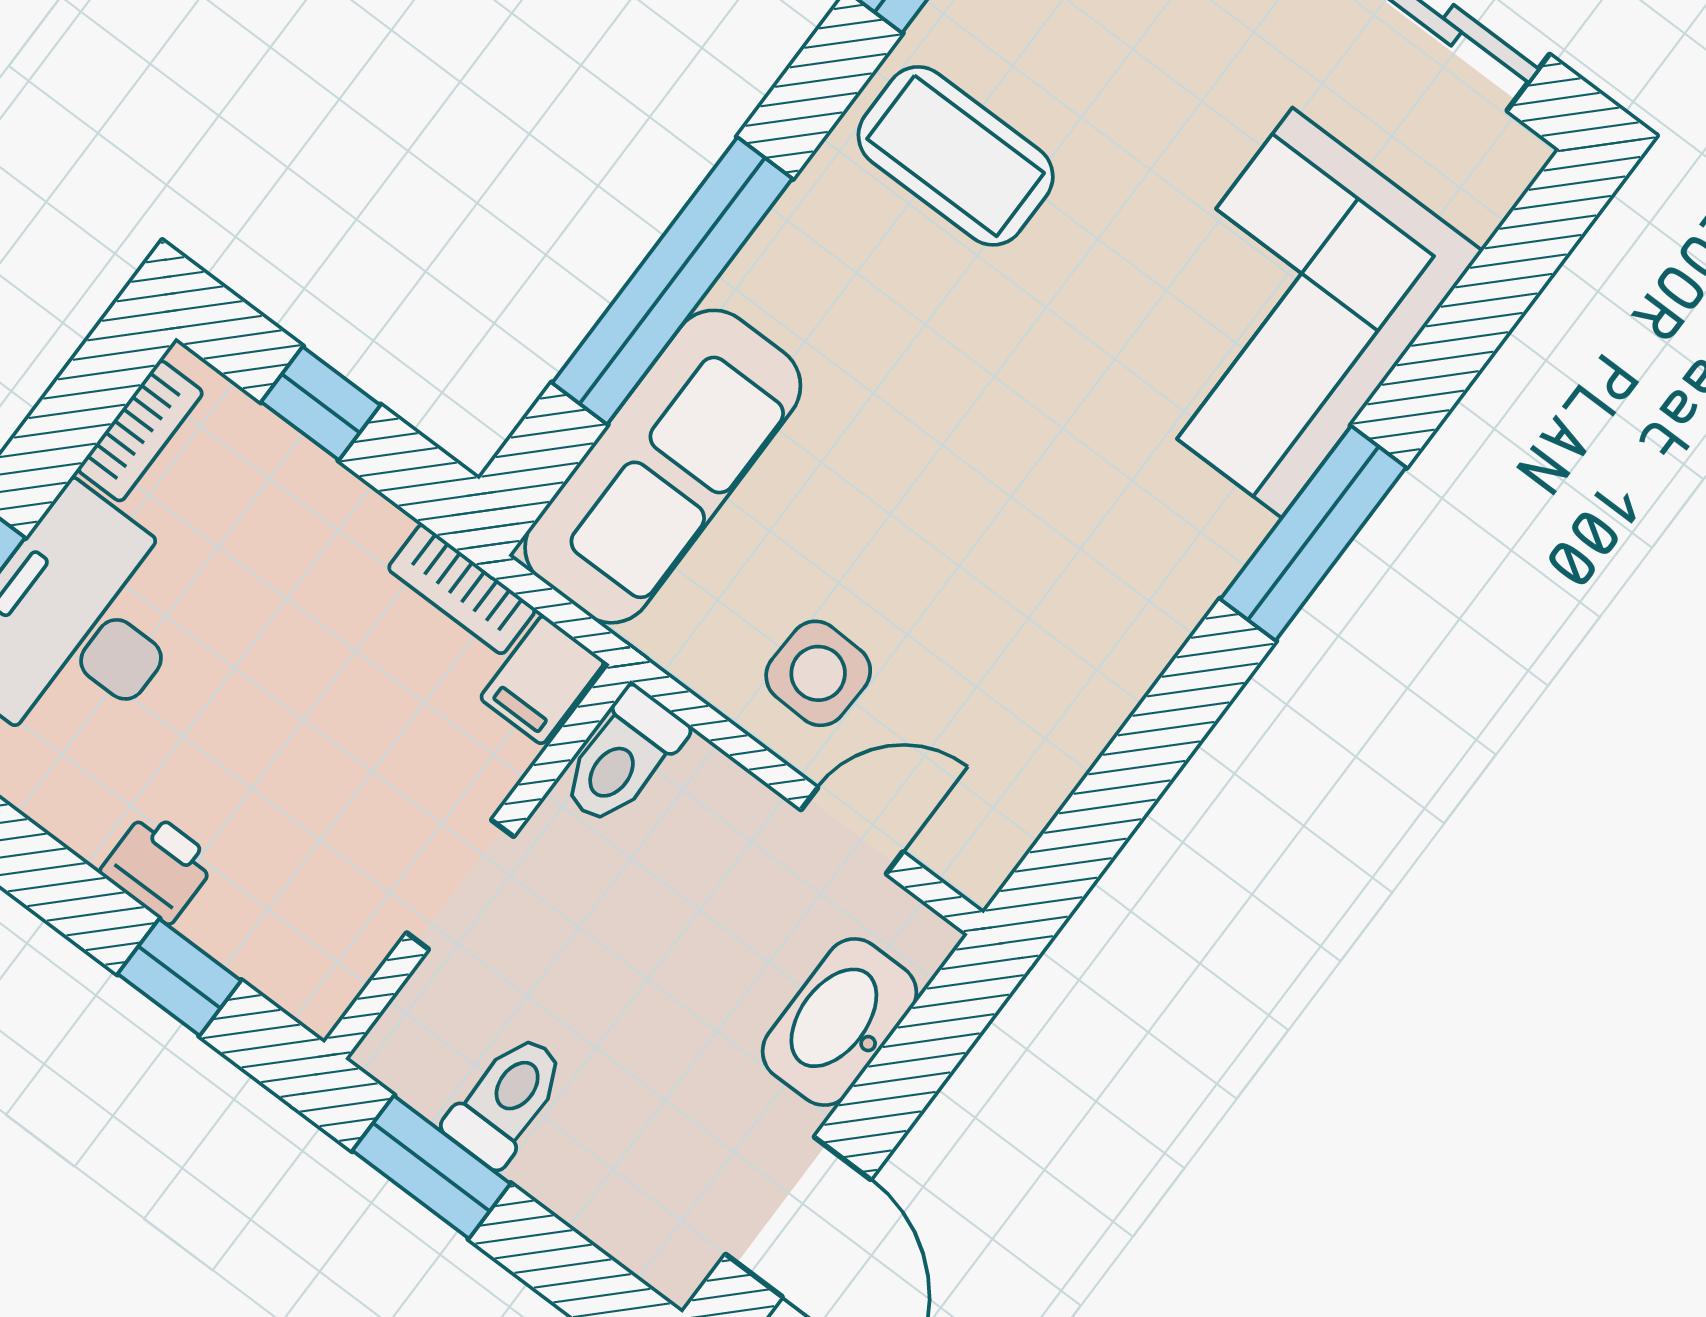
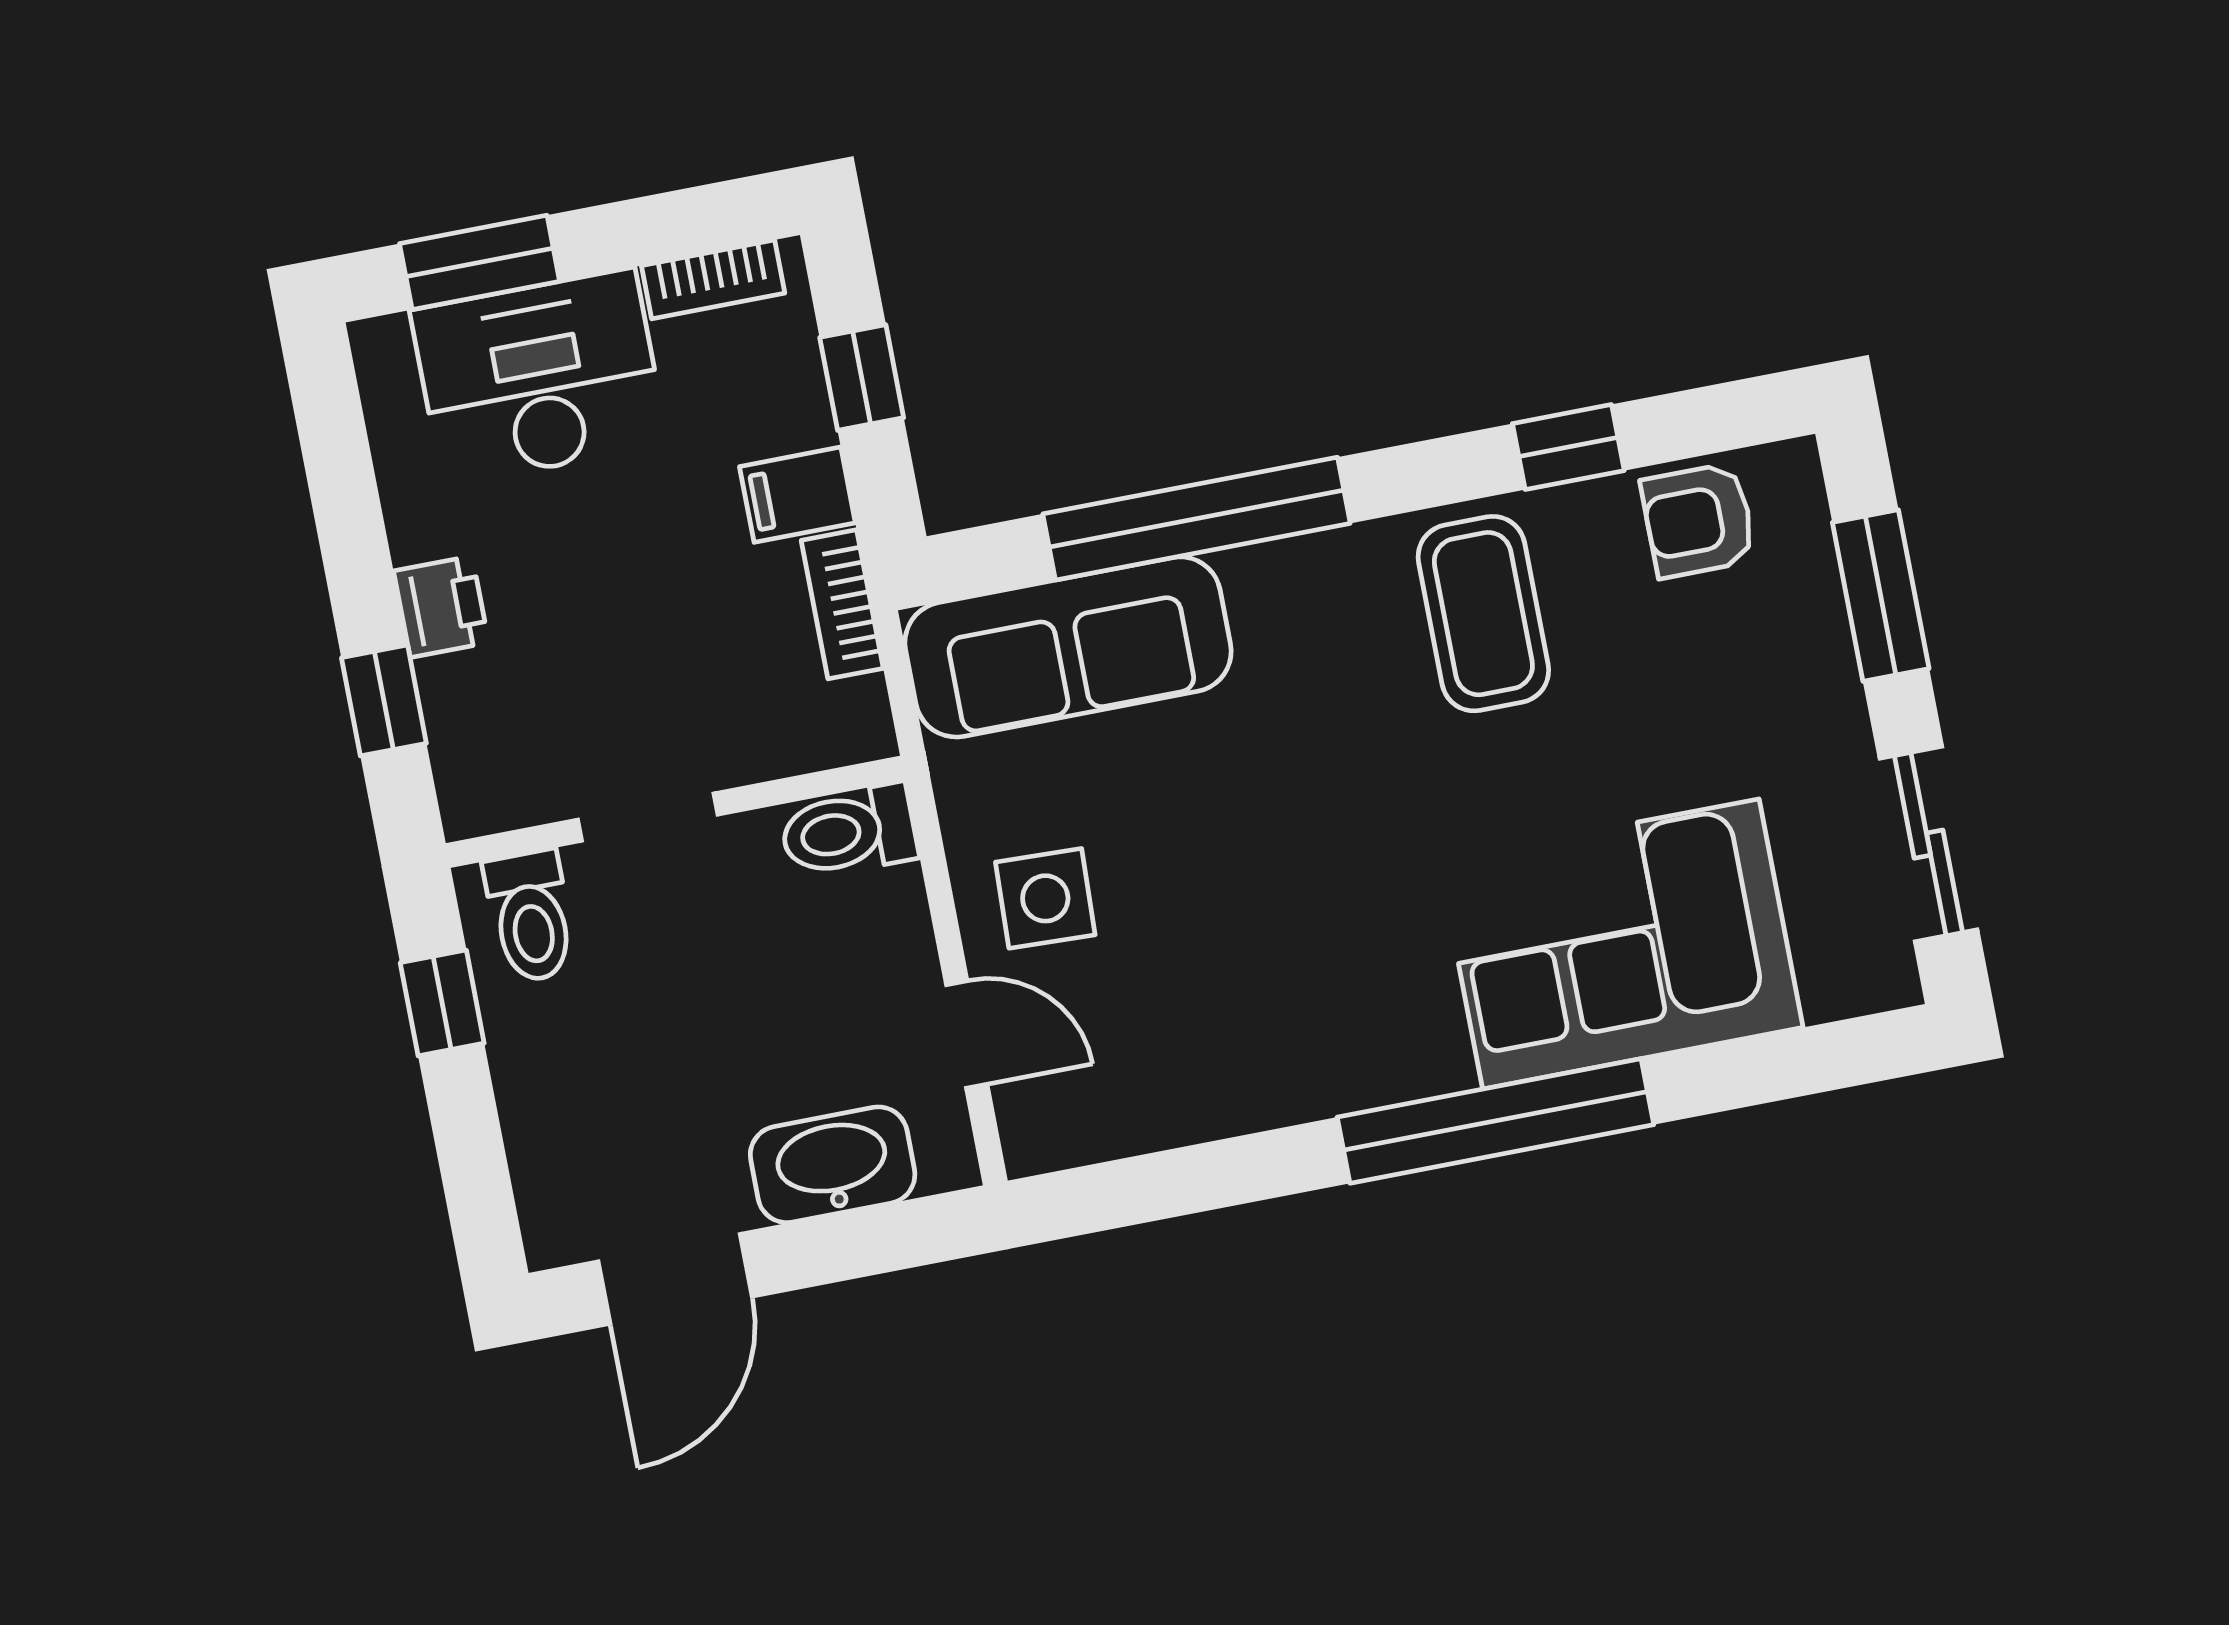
window: (1313, 533) -> (1495, 1121), width x1.46
filing cabinet: (542, 680) -> (797, 495), moved
toilet: (506, 1100) -> (530, 916), moved, turned 90
window: (431, 1167) -> (442, 1003), width x0.67

